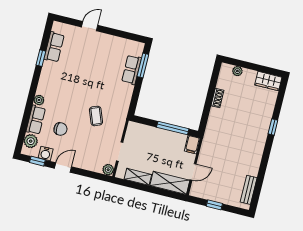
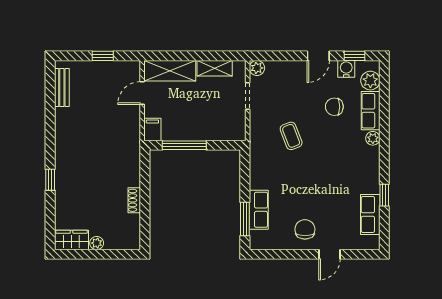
chair: (103, 48) -> (305, 229), added
plant: (237, 71) -> (97, 243), moved

